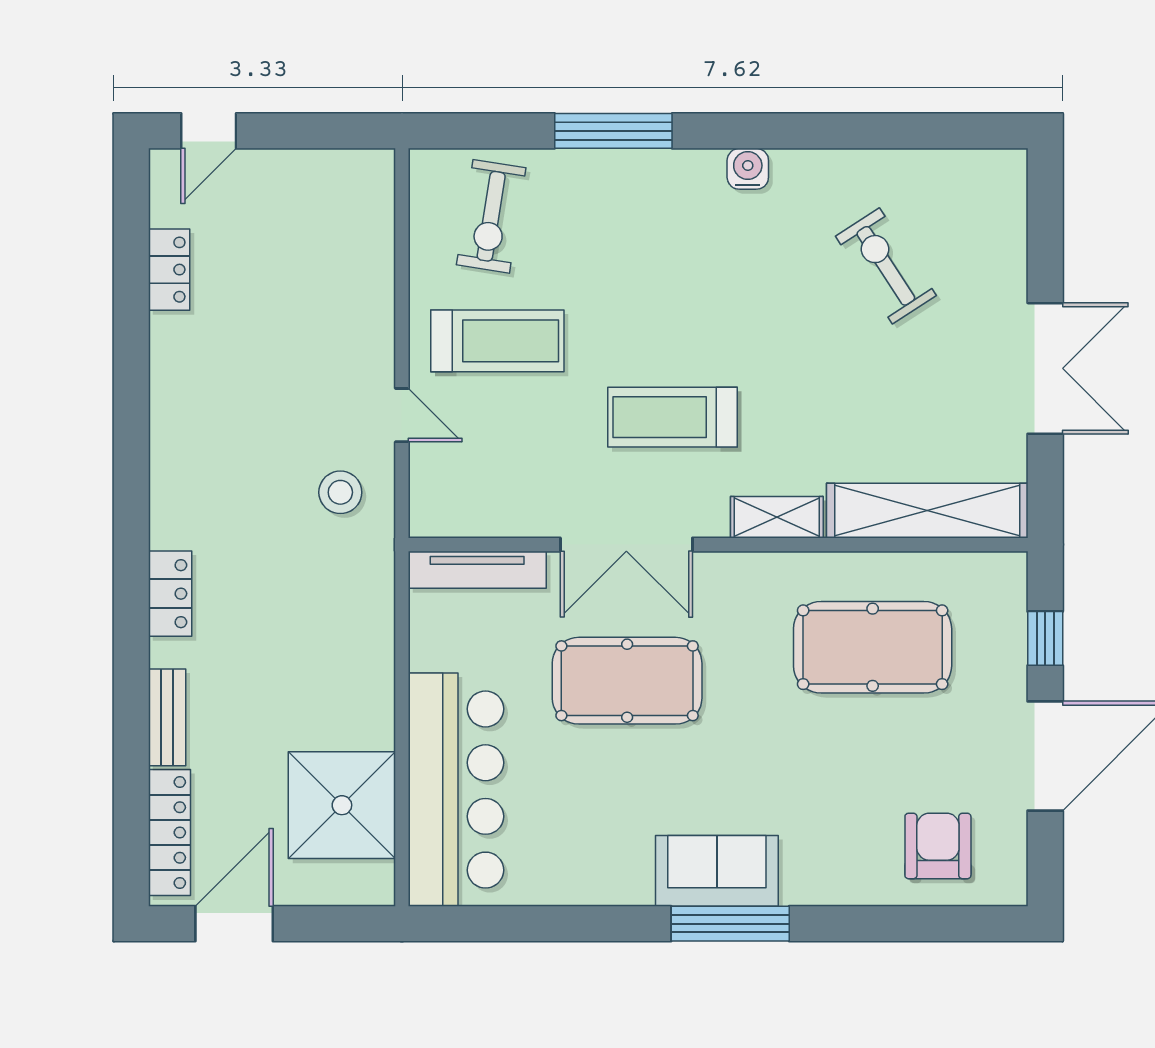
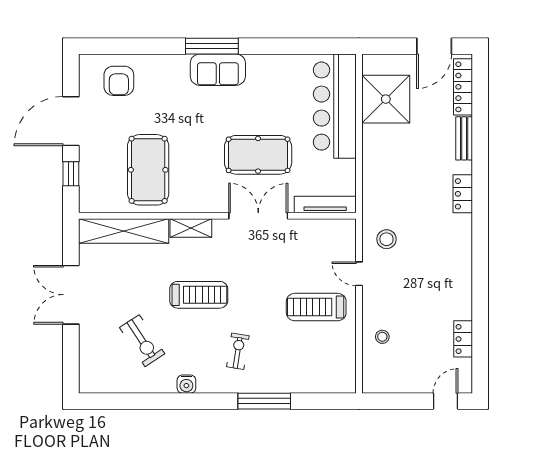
water cooler: (748, 169) -> (186, 384), moved
exercise bike: (491, 216) -> (238, 351), moved, width x0.73, depth x0.72
stool: (350, 274) -> (382, 337), added
treadmill: (672, 417) -> (199, 295), moved
pool table: (873, 647) -> (148, 170), turned 90

